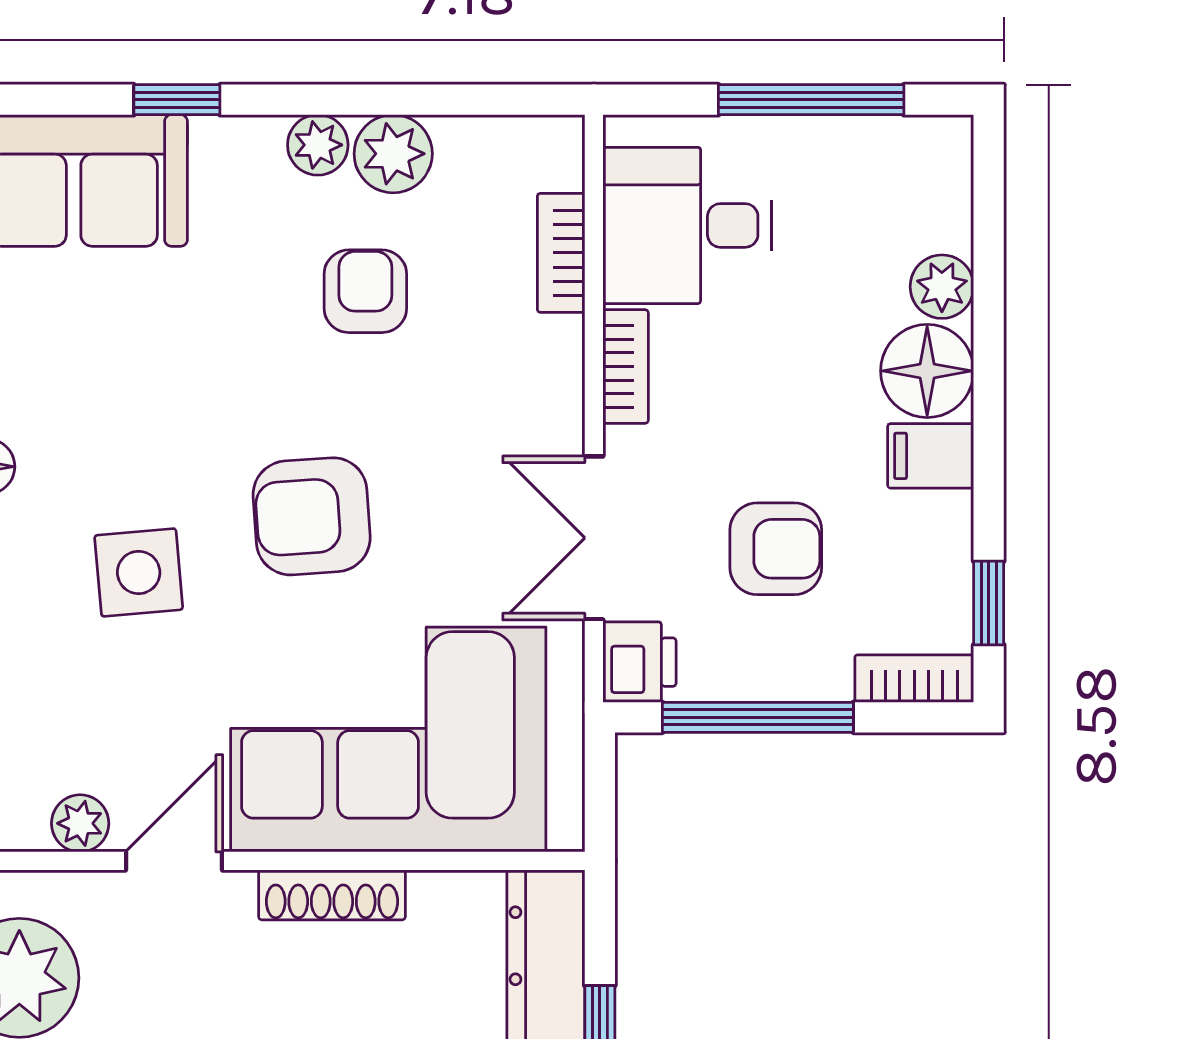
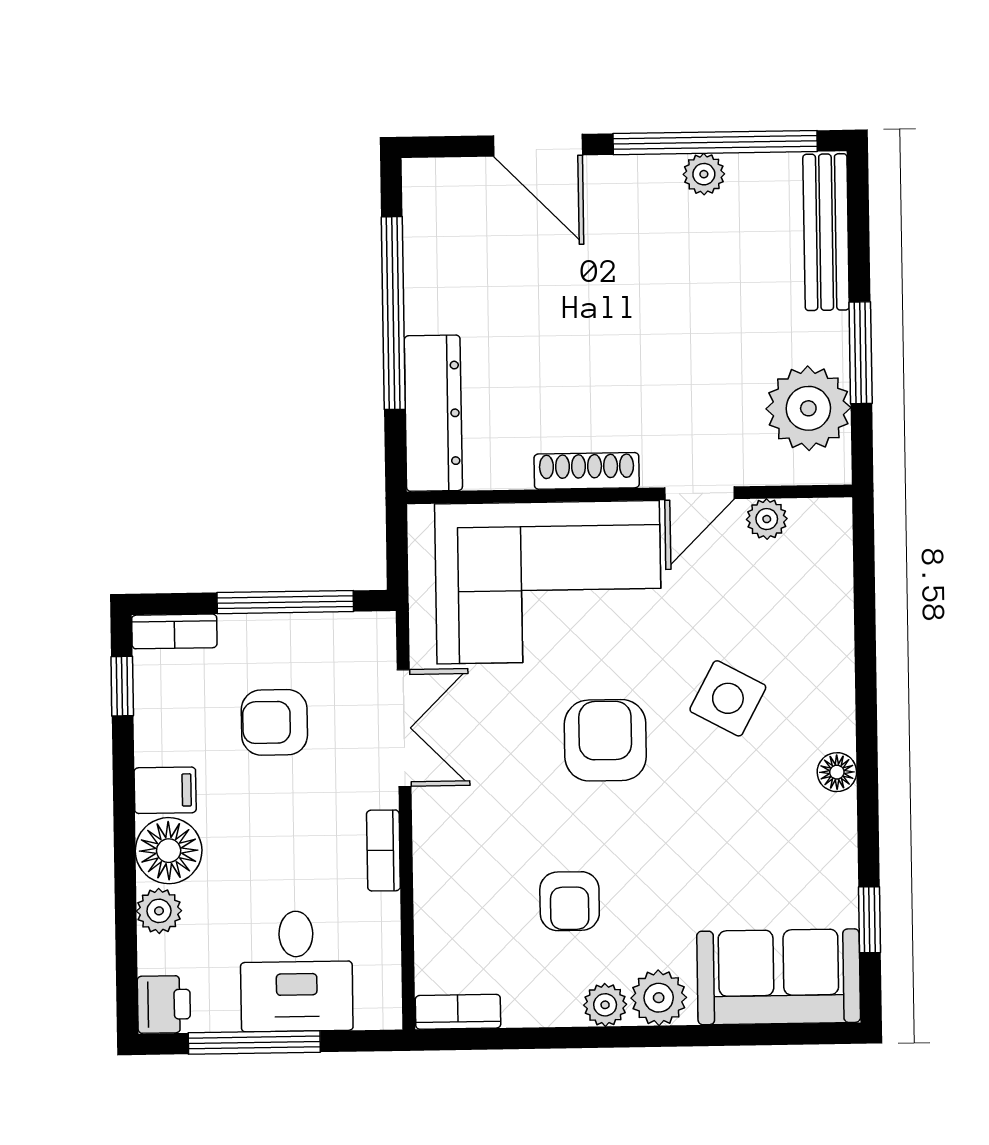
window: (177, 100) -> (706, 1035), removed
plant: (393, 154) -> (659, 998), moved
desk: (687, 225) -> (296, 971), moved, turned 90
bookcase: (561, 253) -> (458, 1012), moved, turned -90
armchair: (312, 516) -> (605, 740), turned -86
side table: (139, 572) -> (728, 698), turned 33
printer: (639, 662) -> (164, 1004), moved, turned 180

